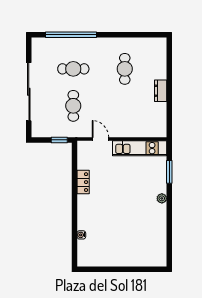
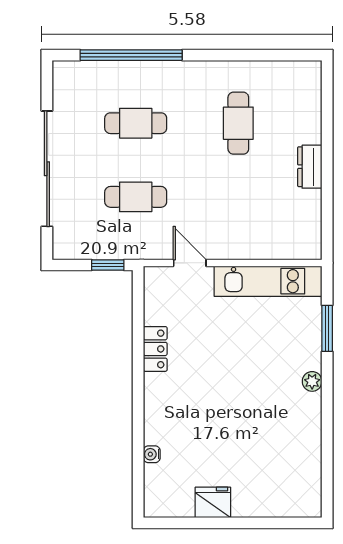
cafe table: (73, 106) -> (136, 197), turned 90
fridge: (112, 259) -> (213, 502), added

